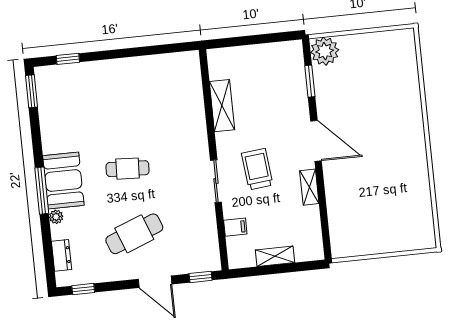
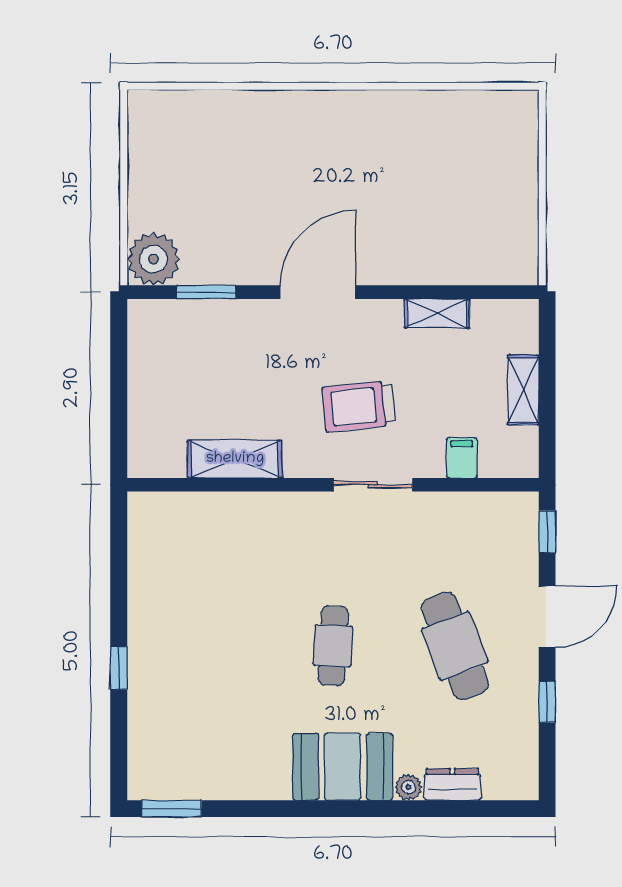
window: (68, 59) -> (119, 668), moved
shelving: (309, 187) -> (437, 313), moved
window: (42, 191) -> (357, 809), removed
dresser: (62, 255) -> (452, 784), moved
window: (83, 289) -> (547, 702), moved

